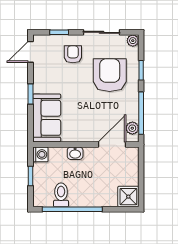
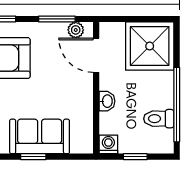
window: (141, 113) -> (57, 19), width x0.69
sofa: (47, 118) -> (40, 136), moved
shower: (128, 197) -> (150, 46), width x1.86, depth x1.86

